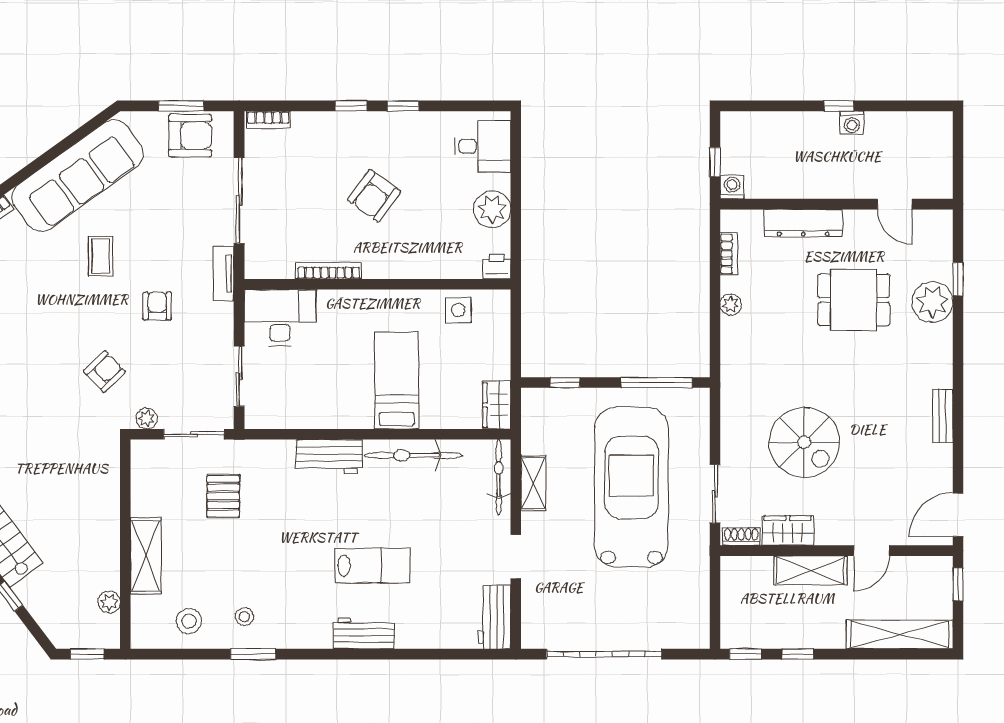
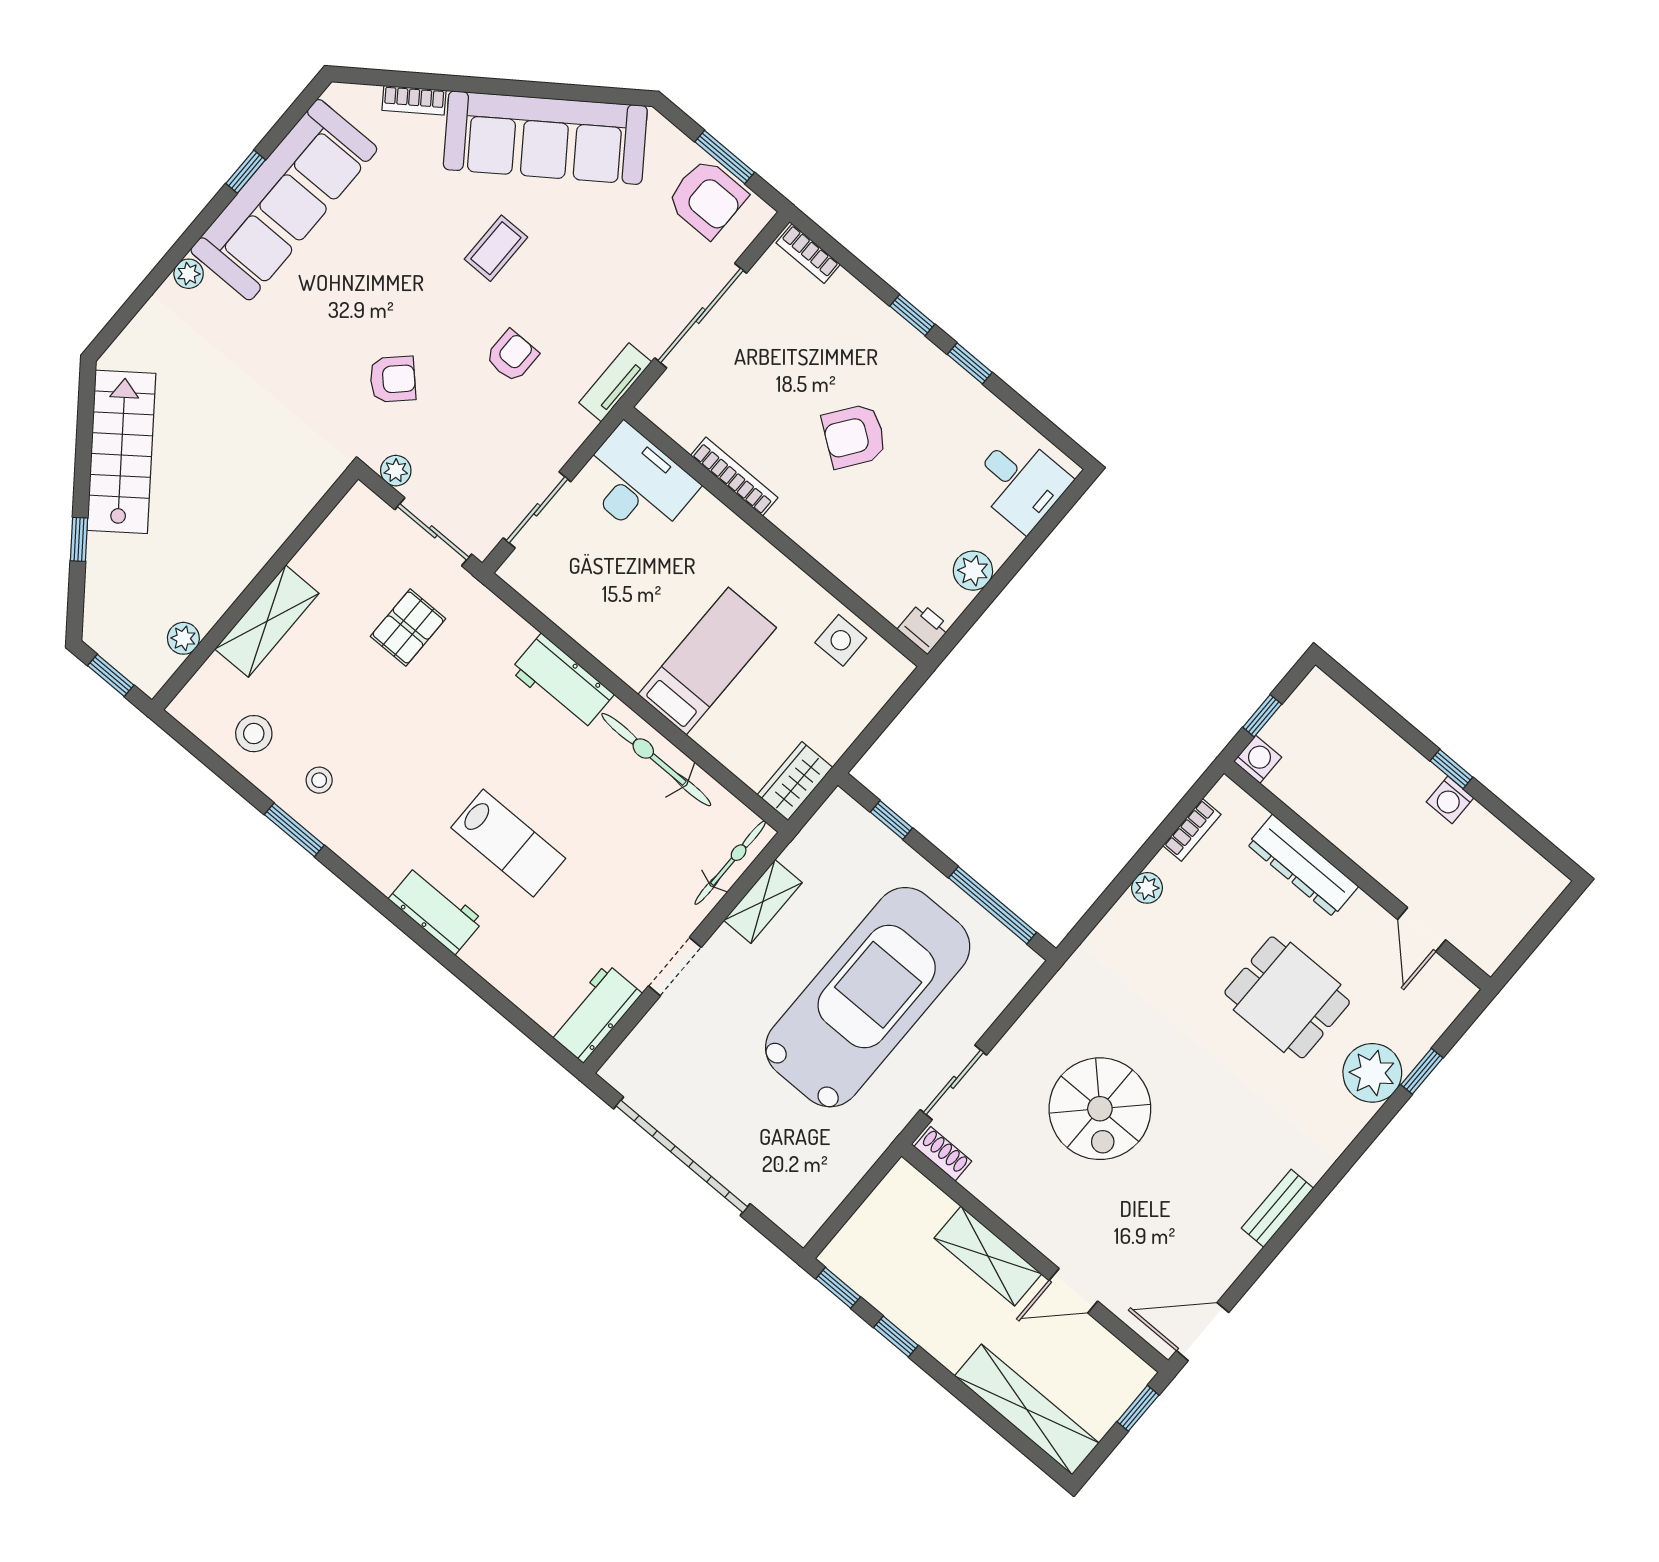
plant: (492, 209) -> (973, 571), width x0.73, depth x0.73
wardrobe: (788, 531) -> (1000, 1191), removed

